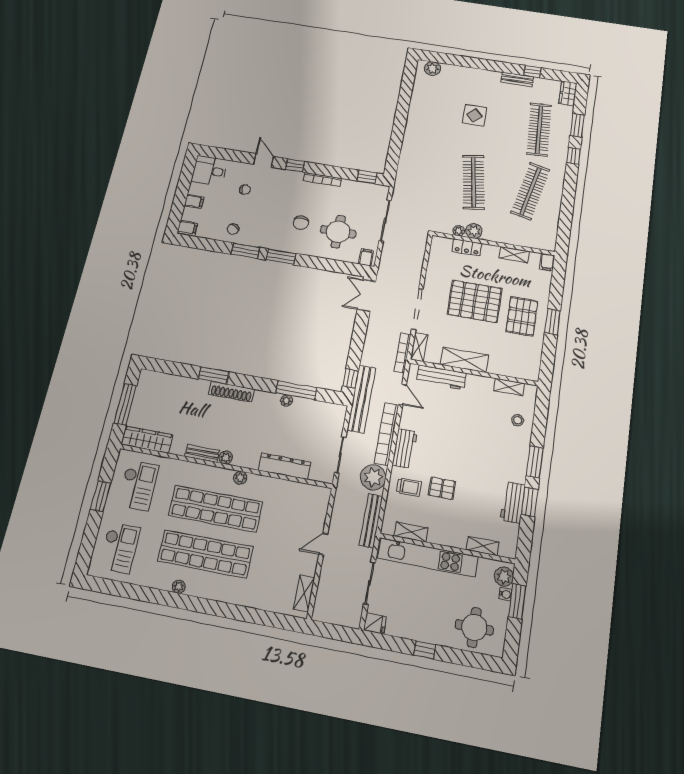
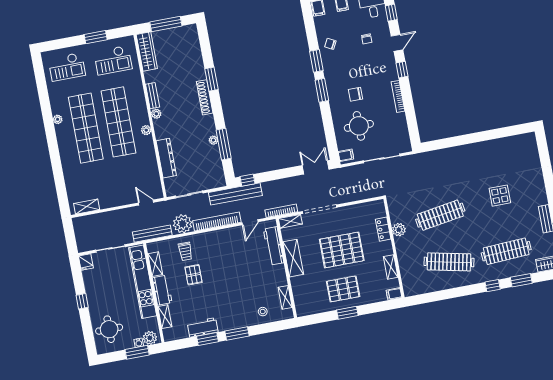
plant: (432, 68) -> (531, 147), removed
window: (367, 177) -> (391, 13), moved
plant: (459, 231) -> (395, 218), removed
pallet: (475, 301) -> (342, 250), turned 90
workbench: (405, 449) -> (162, 290), moved, turned -90
door: (323, 544) -> (146, 203), moved

